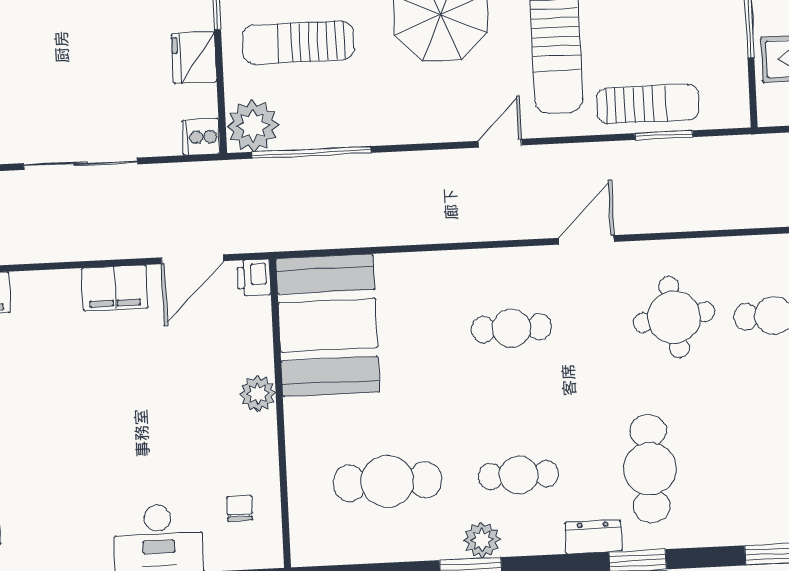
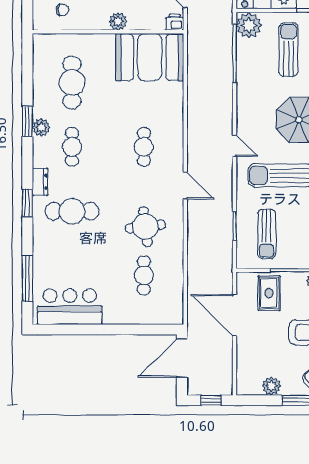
sun lounger: (648, 104) -> (267, 234), moved

